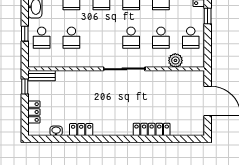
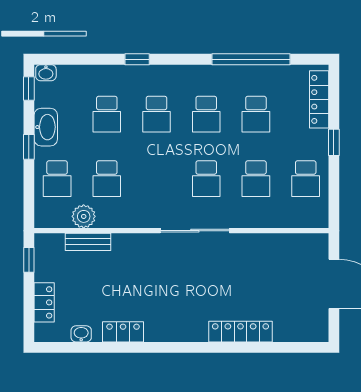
window: (25, 34) -> (29, 147), moved
plant: (175, 60) -> (84, 216), moved
bench: (42, 76) -> (88, 242), moved

